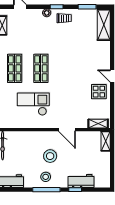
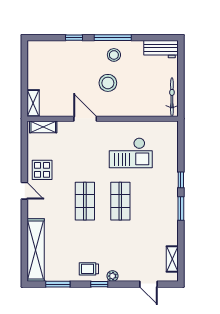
shelving: (104, 25) -> (36, 250), width x1.47
shop shelf: (15, 68) -> (85, 201), moved
workbench: (81, 181) -> (66, 49), removed

